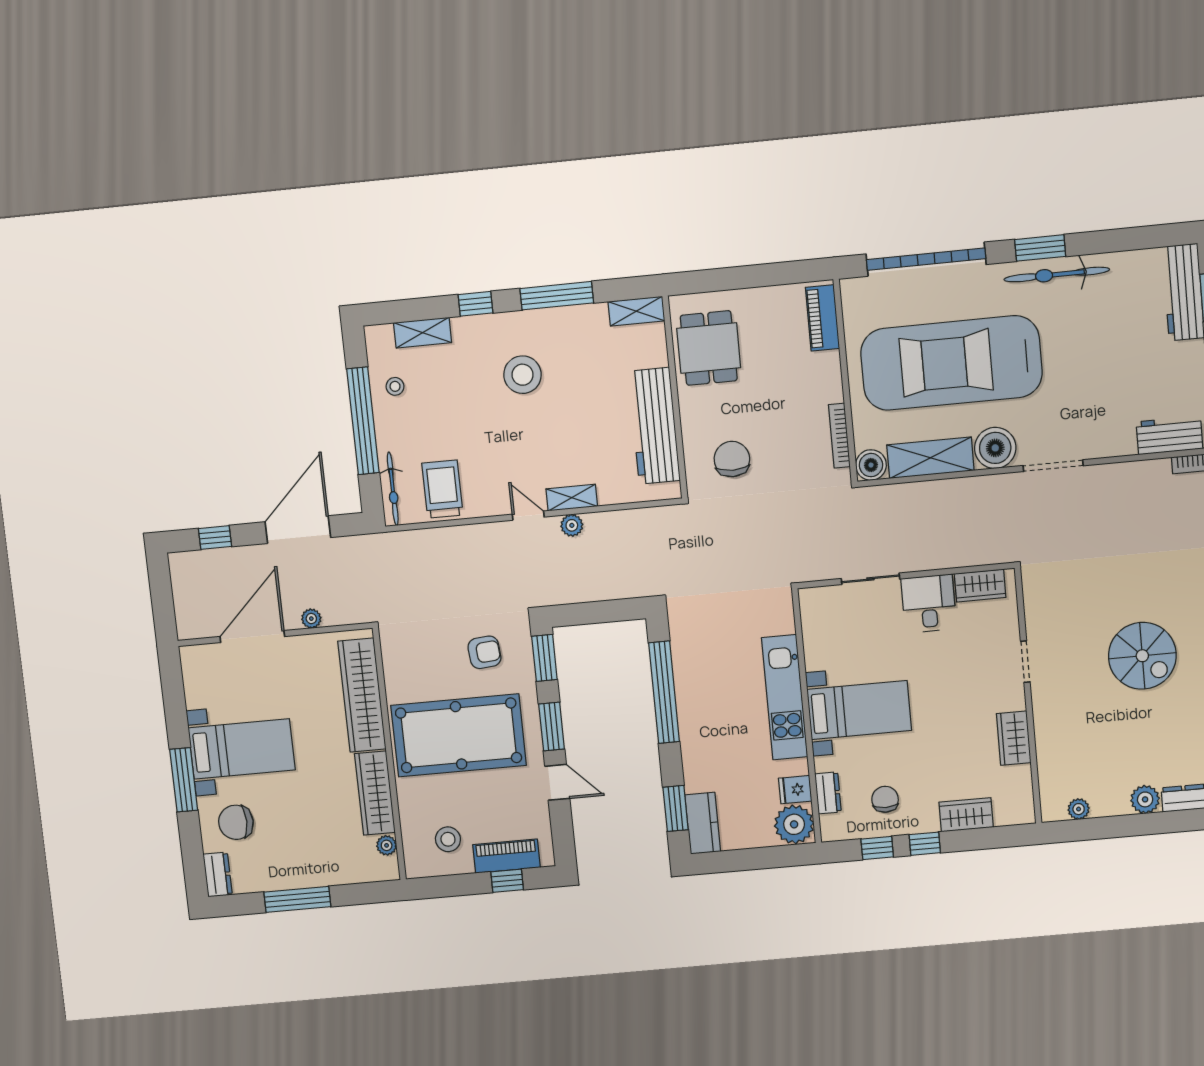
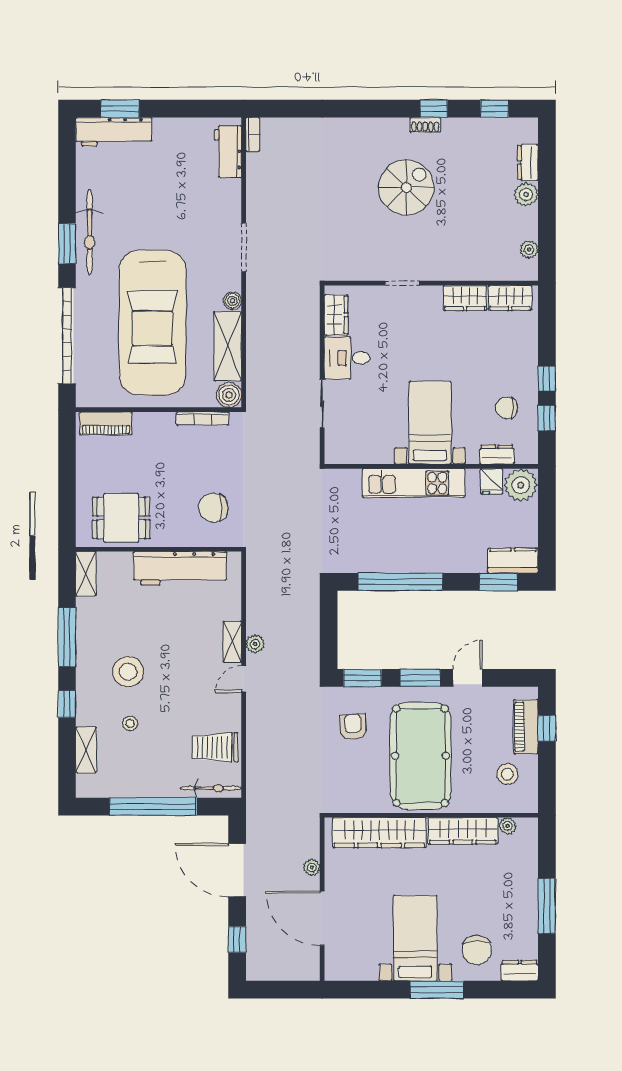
stool: (395, 386) -> (130, 723), moved
boiler: (995, 448) -> (232, 301), width x0.54, depth x0.54
wardrobe: (966, 815) -> (510, 298), moved, turned -90

